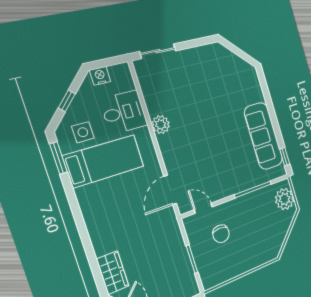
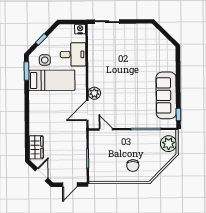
nightstand: (100, 76) -> (80, 29), moved
plant: (161, 124) -> (94, 93), moved
chair: (221, 234) -> (133, 166), moved

